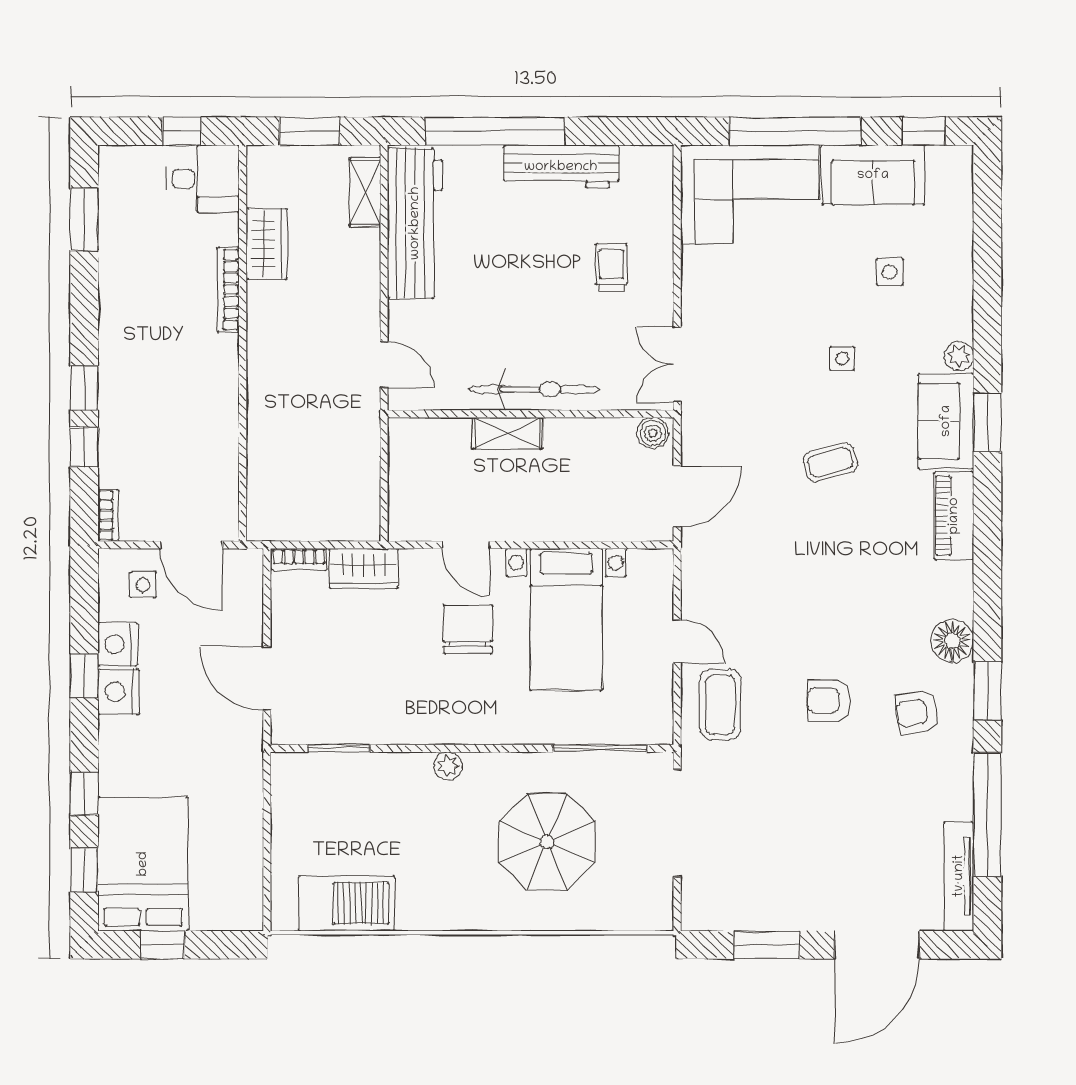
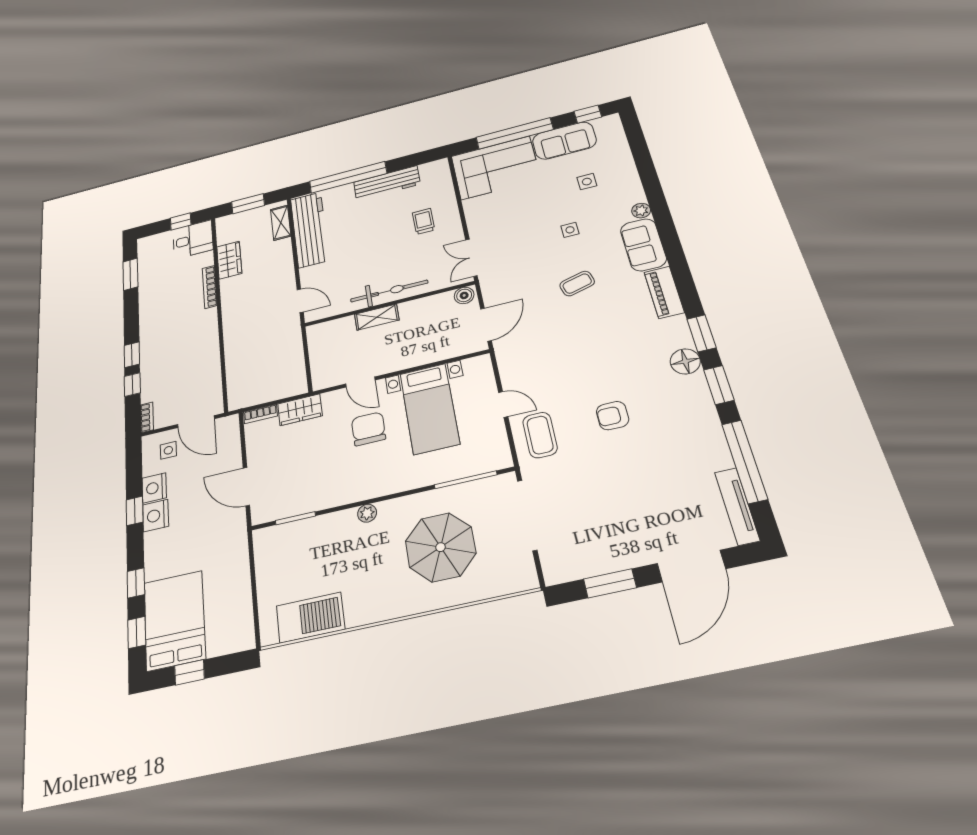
window: (987, 422) -> (701, 333), moved
armchair: (917, 712) -> (675, 409), removed

